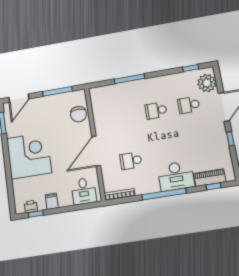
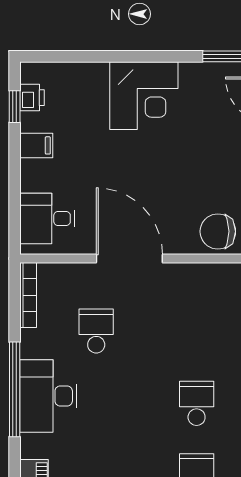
corner desk: (29, 155) -> (144, 96), width x0.74, depth x0.74
desk: (176, 176) -> (48, 396), moved

